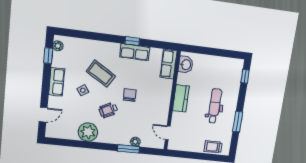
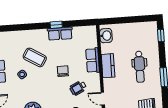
row of seats: (169, 64) -> (93, 60), moved
dental chair: (215, 106) -> (140, 67), turned 180
wheelchair: (108, 110) -> (78, 88), moved

